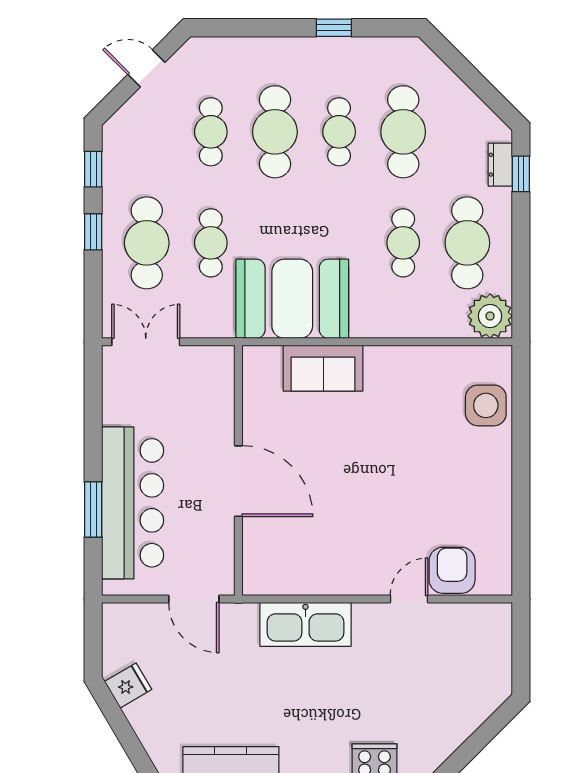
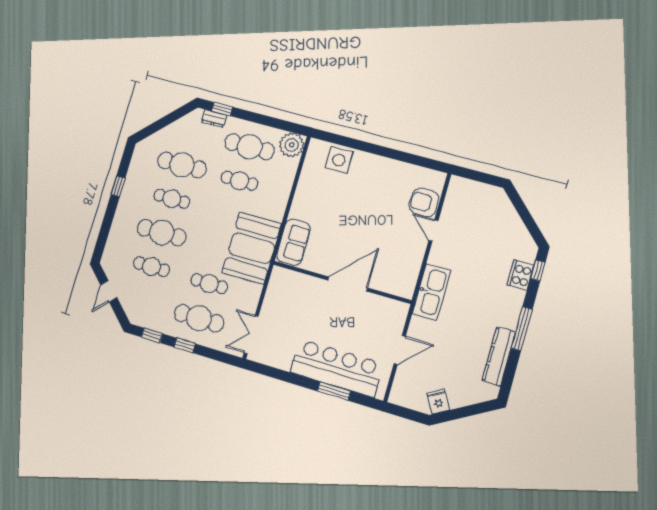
wall: (238, 470) -> (342, 282), moved
door: (238, 481) -> (348, 284), moved

